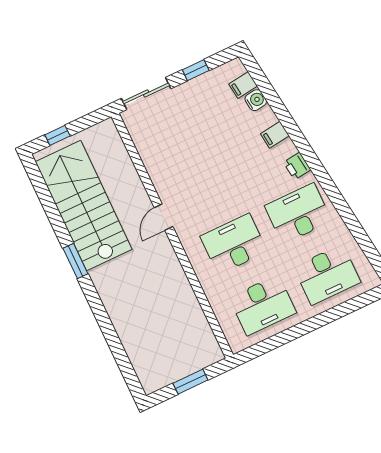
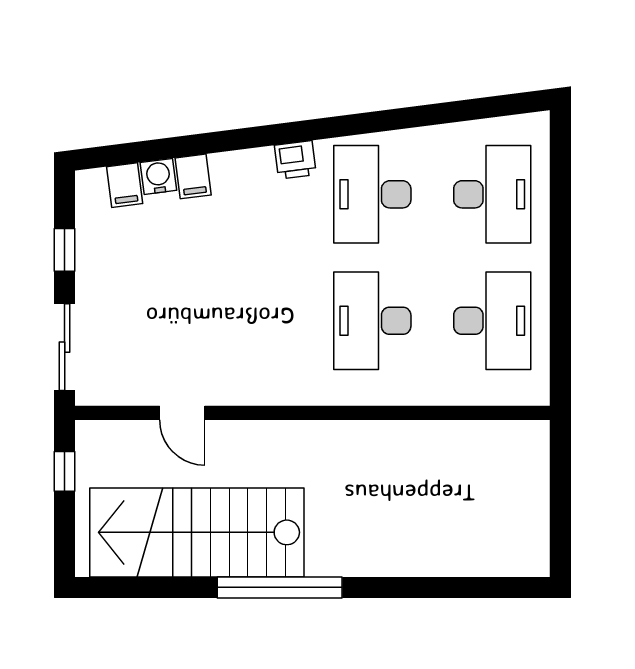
window: (57, 135) -> (65, 471), moved
filing cabinet: (275, 135) -> (193, 176), moved
door: (164, 217) -> (182, 413), moved
window: (75, 261) -> (280, 587), width x2.11
window: (190, 382) -> (560, 494), removed

